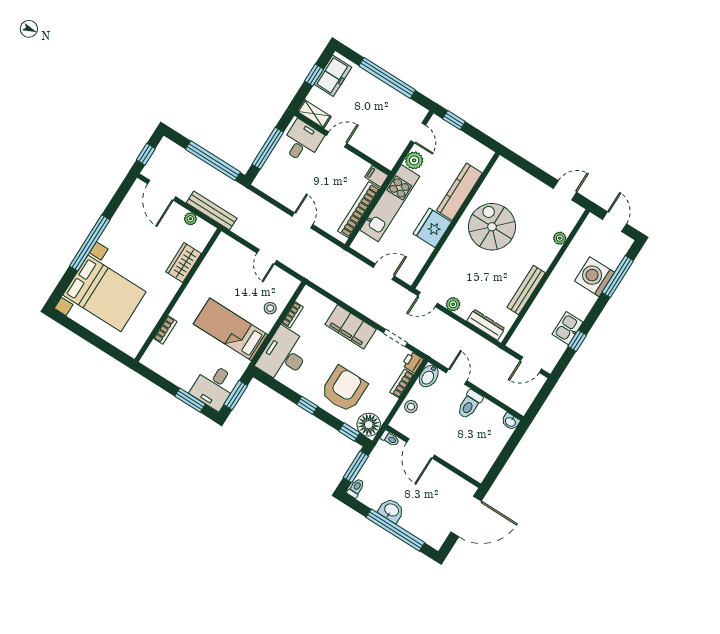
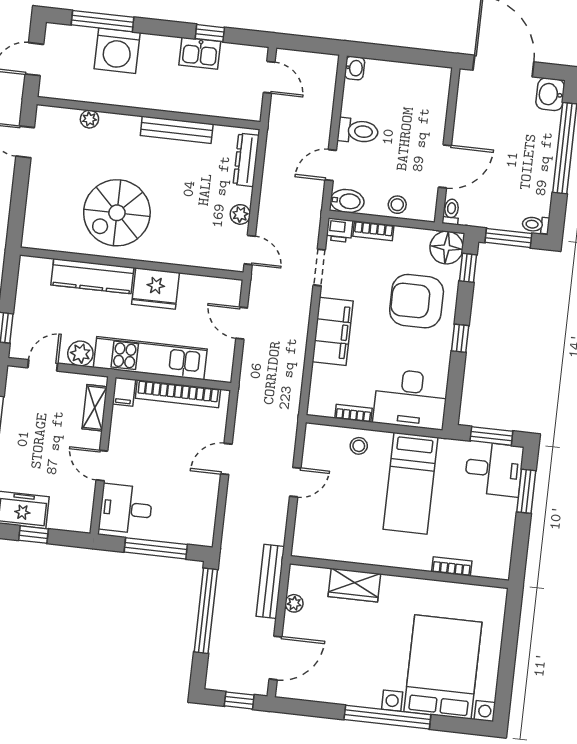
shelving: (314, 114) -> (95, 408), moved
washbasin: (391, 510) -> (550, 94), moved

